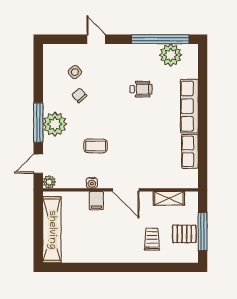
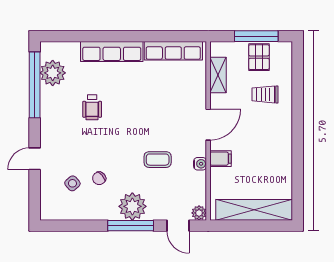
wheelchair: (141, 89) -> (92, 107), turned 180
coffee table: (96, 146) -> (158, 160), turned 90
row of seats: (190, 151) -> (173, 51), width x1.48

